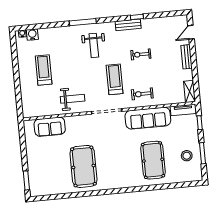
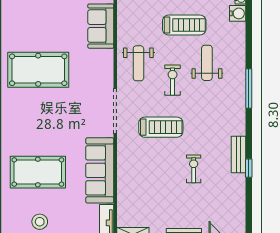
weight bench: (94, 45) -> (207, 63), moved, turned 90
exercise bike: (142, 94) -> (173, 80), moved

